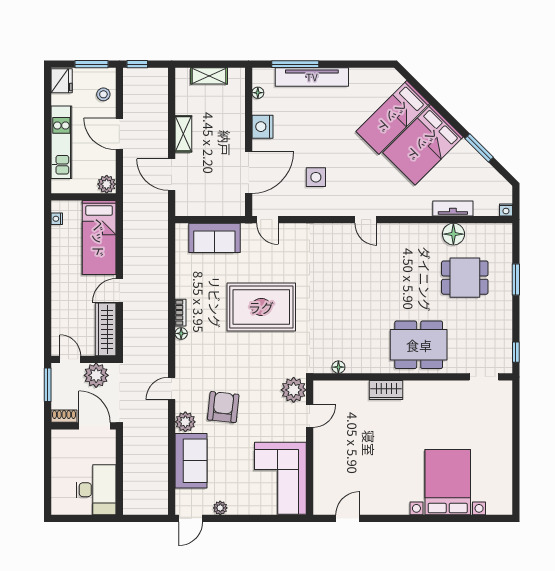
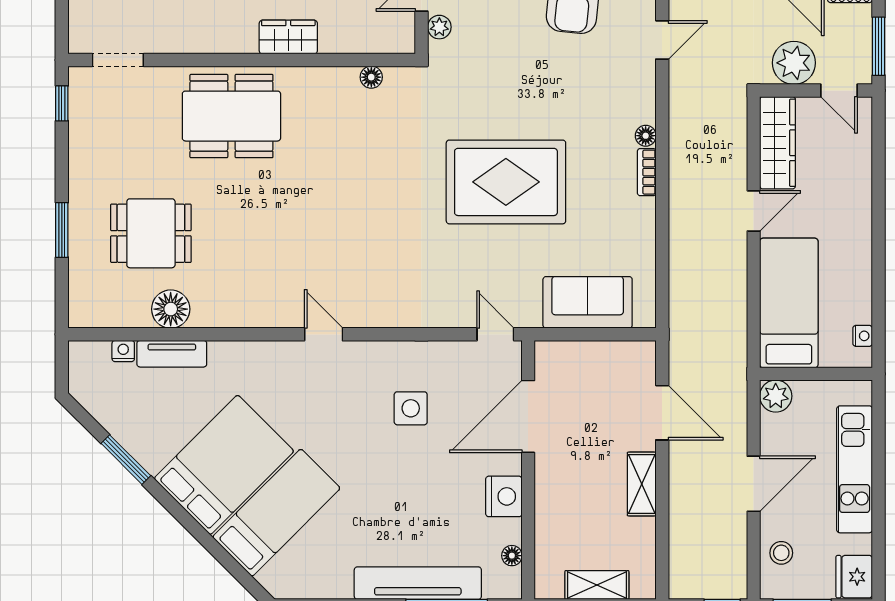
door: (119, 134) -> (754, 484), hinge flipped
nightstand: (506, 210) -> (123, 351), moved
plant: (294, 390) -> (439, 27), width x0.53, depth x0.53

